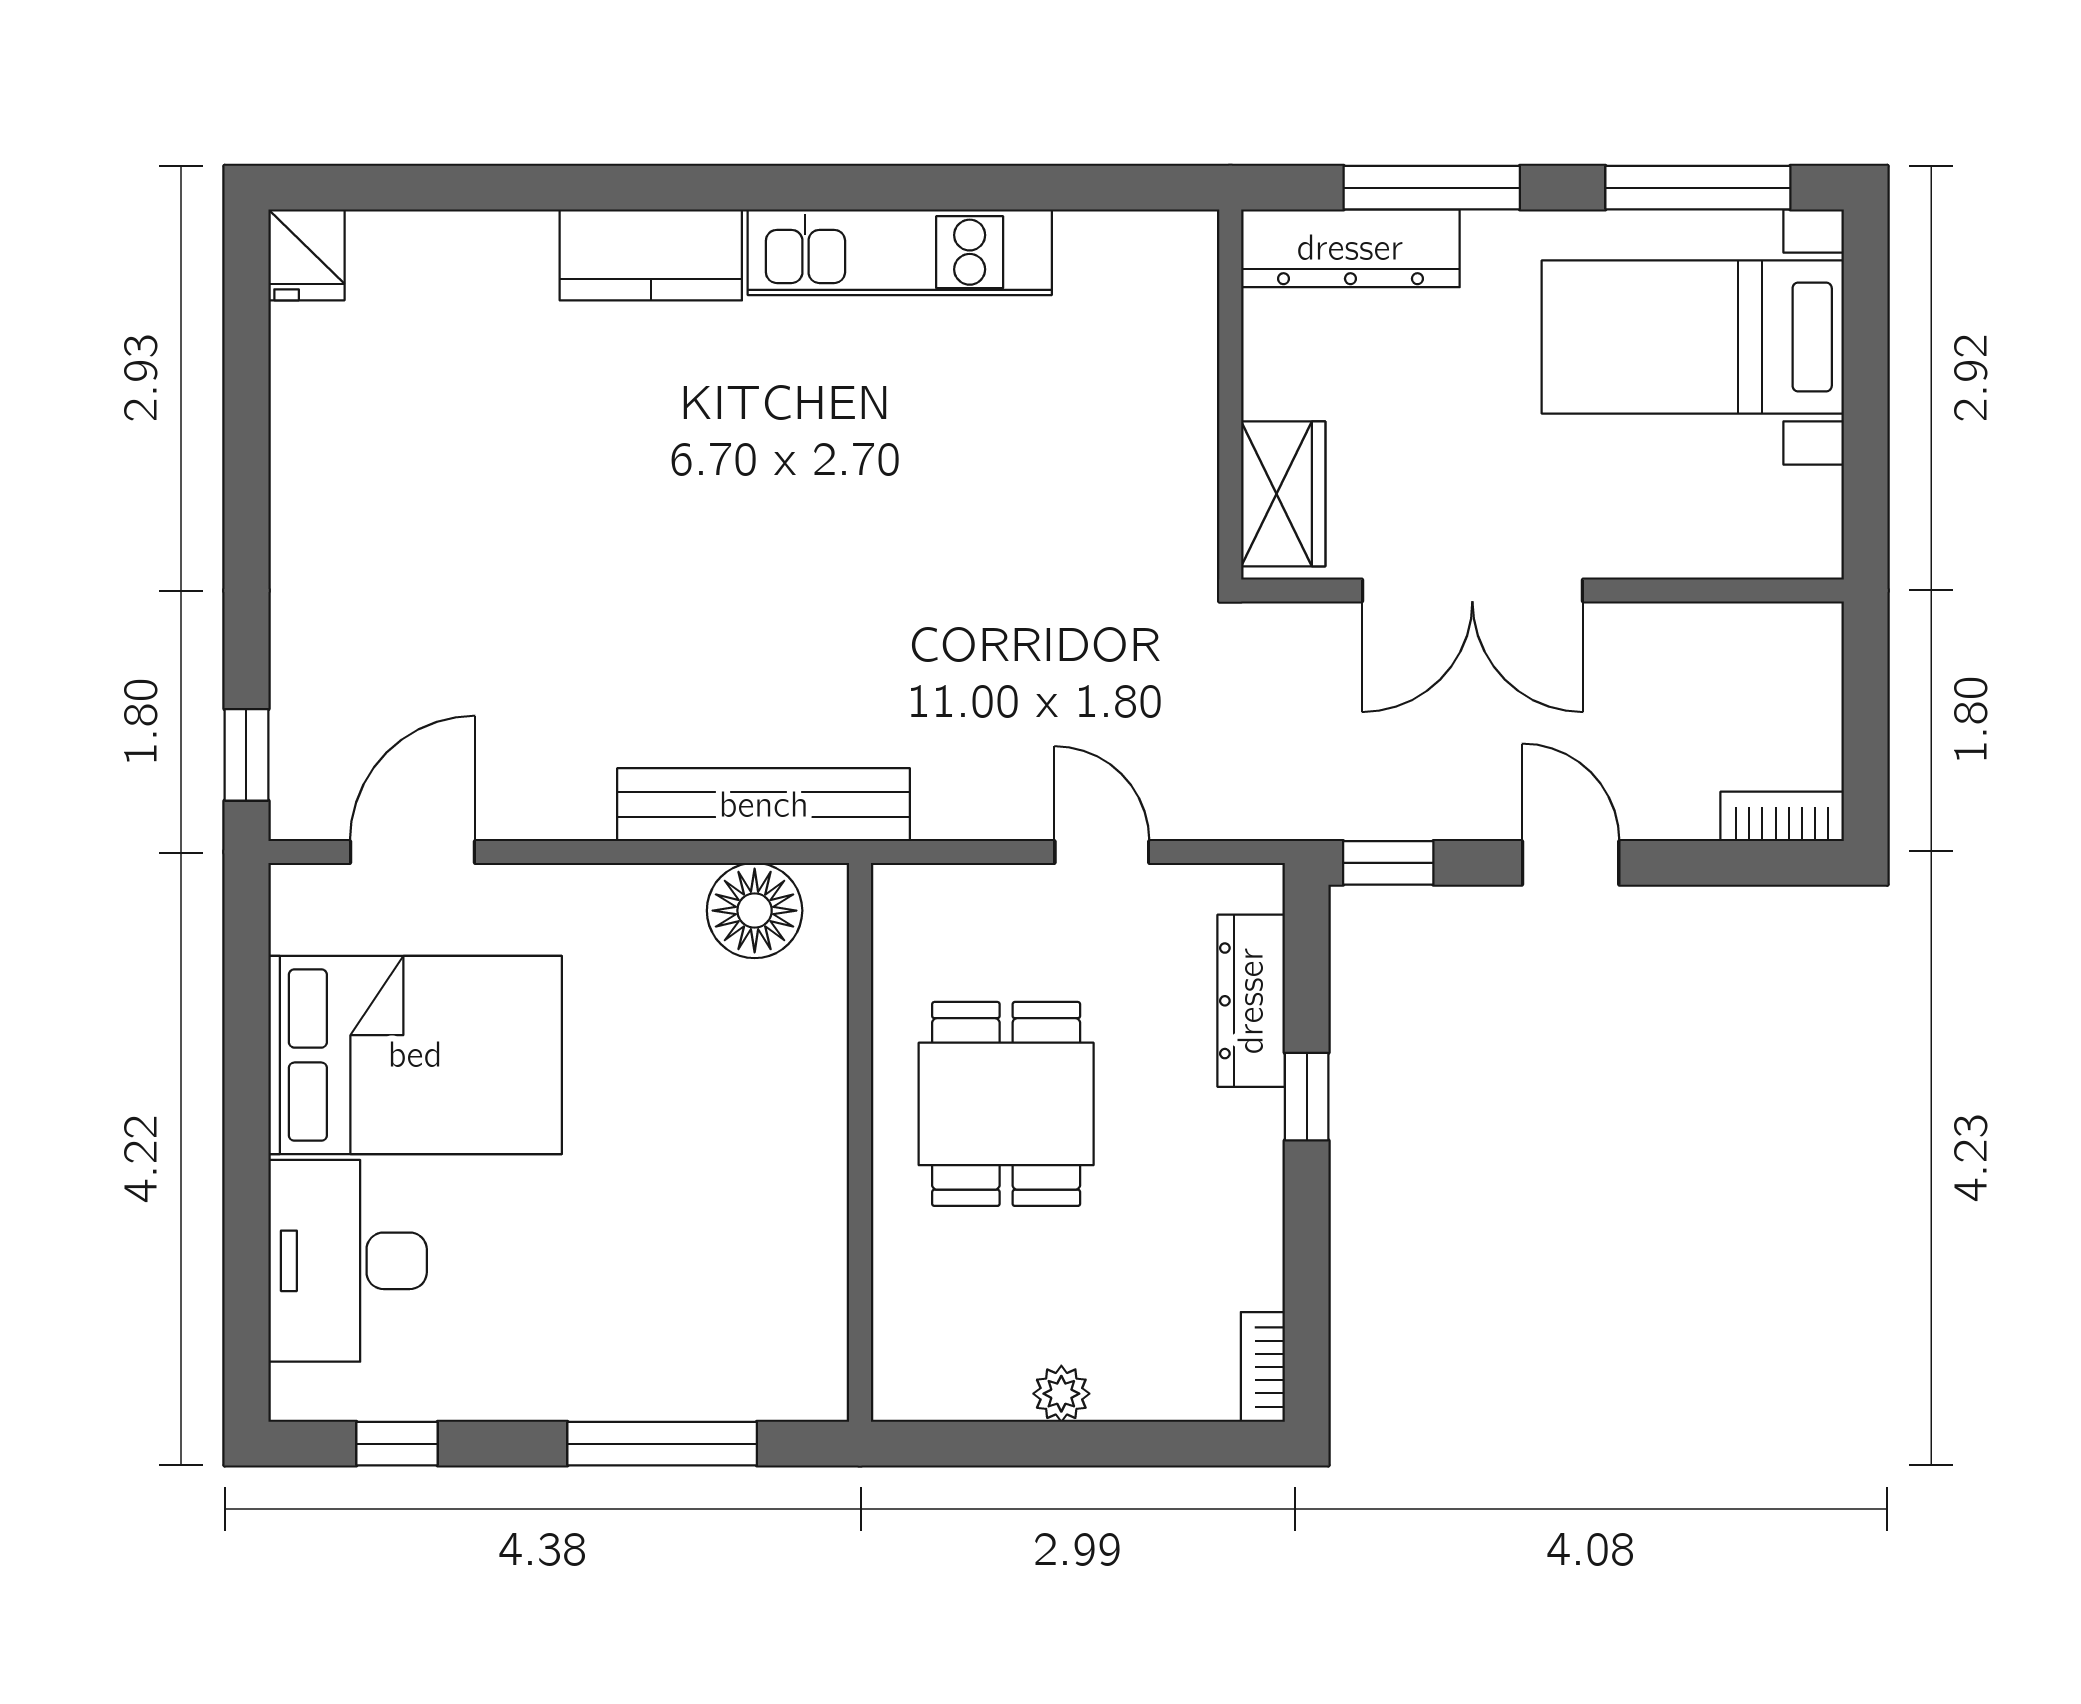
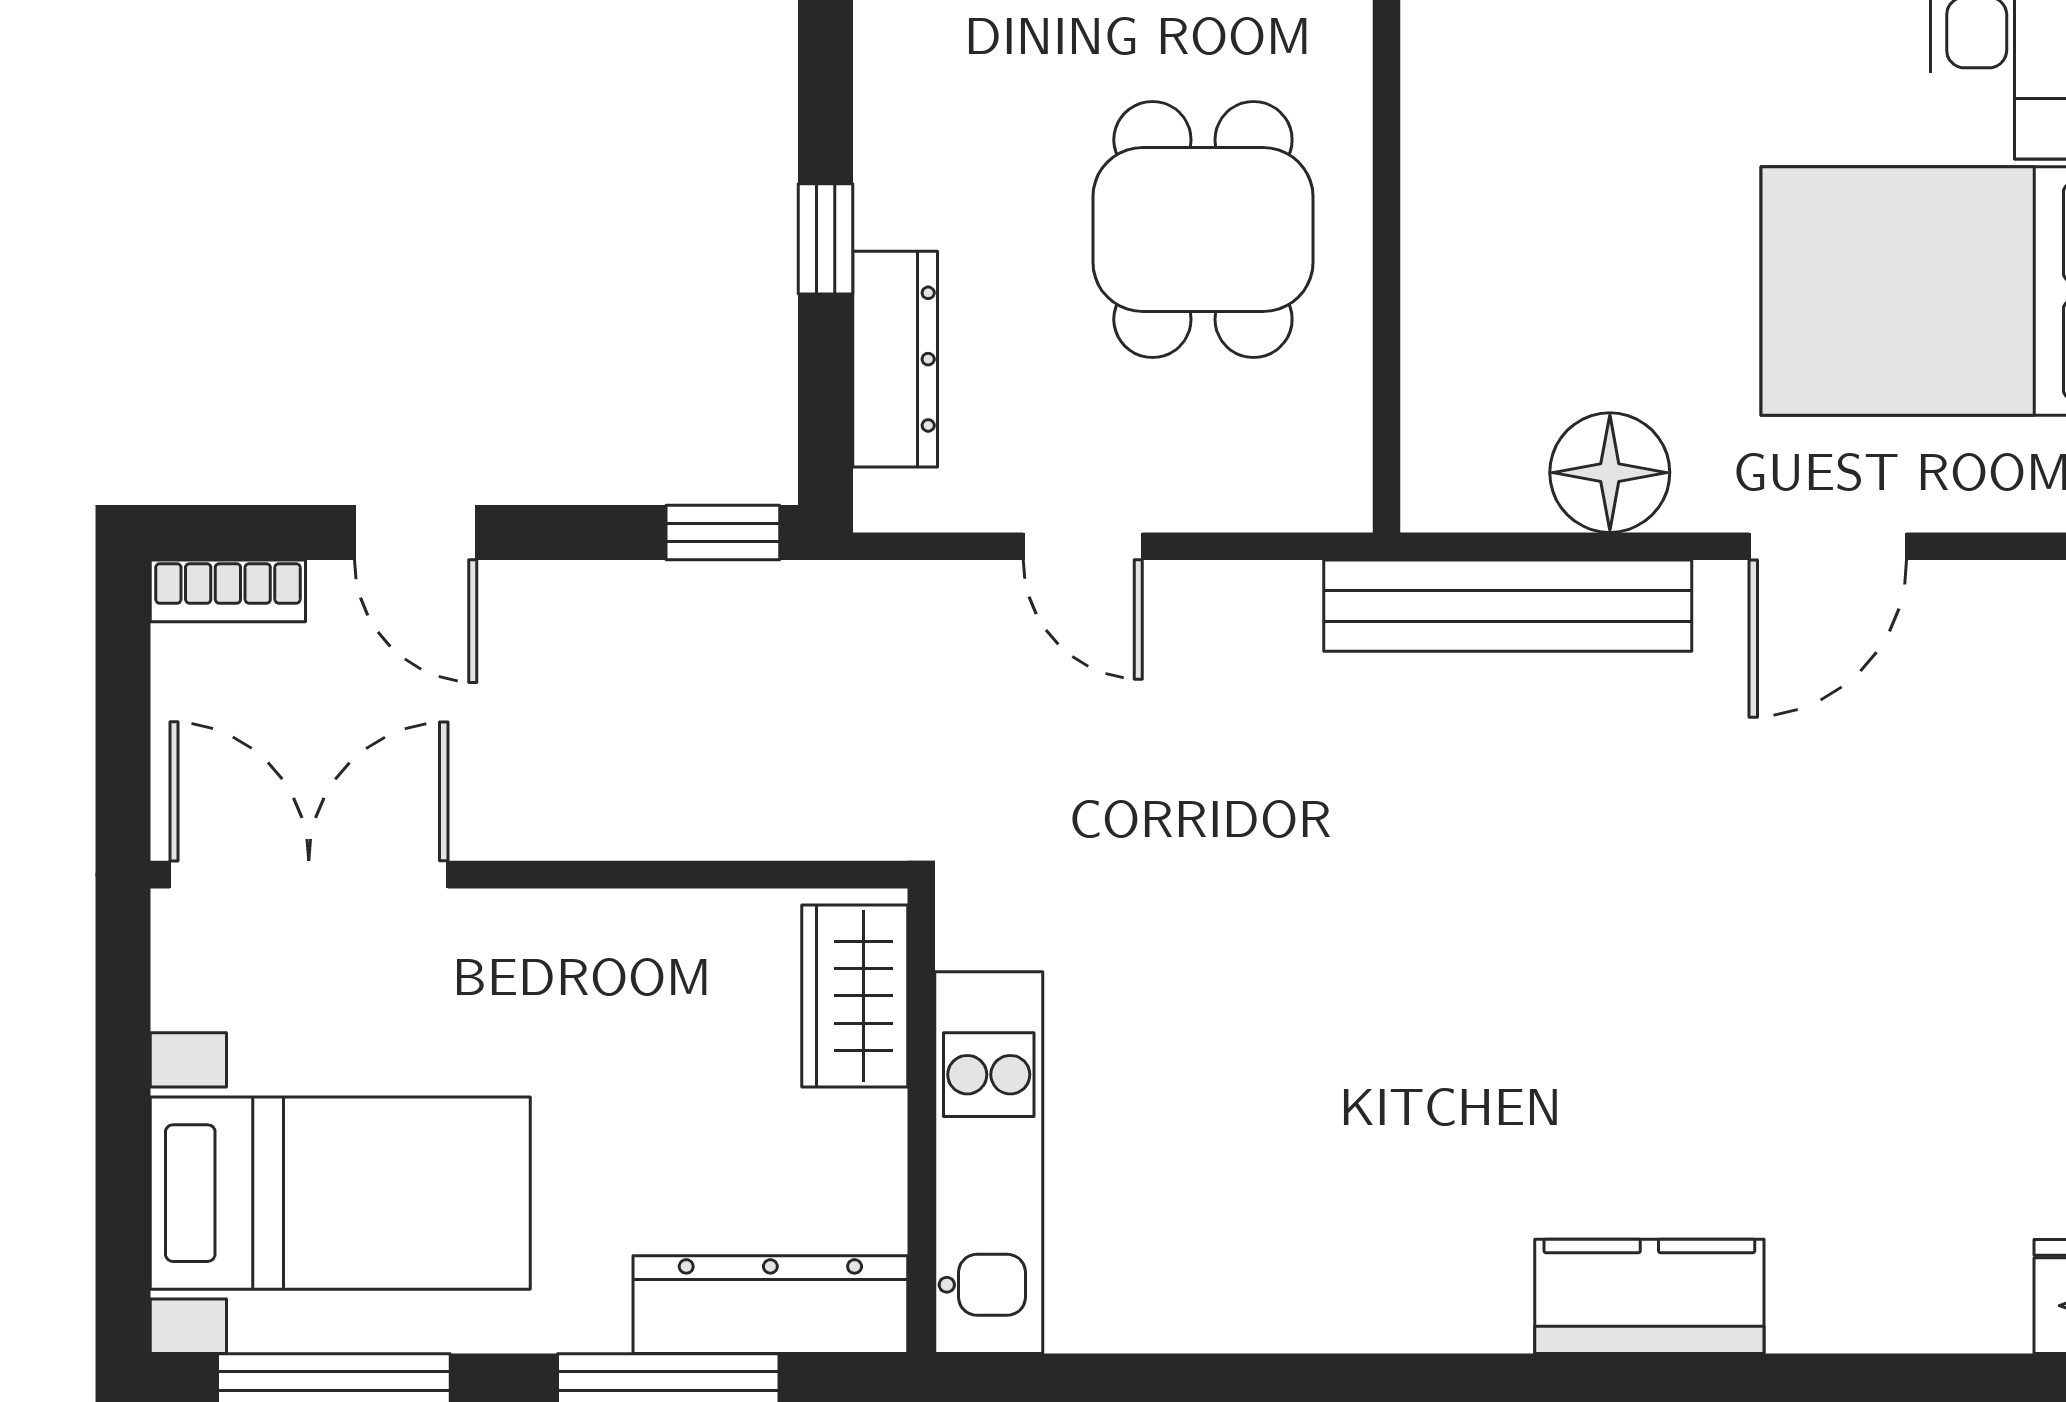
kitchen unit: (900, 252) -> (989, 1163), moved, turned 90
double door: (1472, 591) -> (309, 875), moved
door: (413, 852) -> (1828, 546), moved
door: (1571, 863) -> (416, 533), moved
floor lamp: (755, 911) -> (1610, 473), moved

